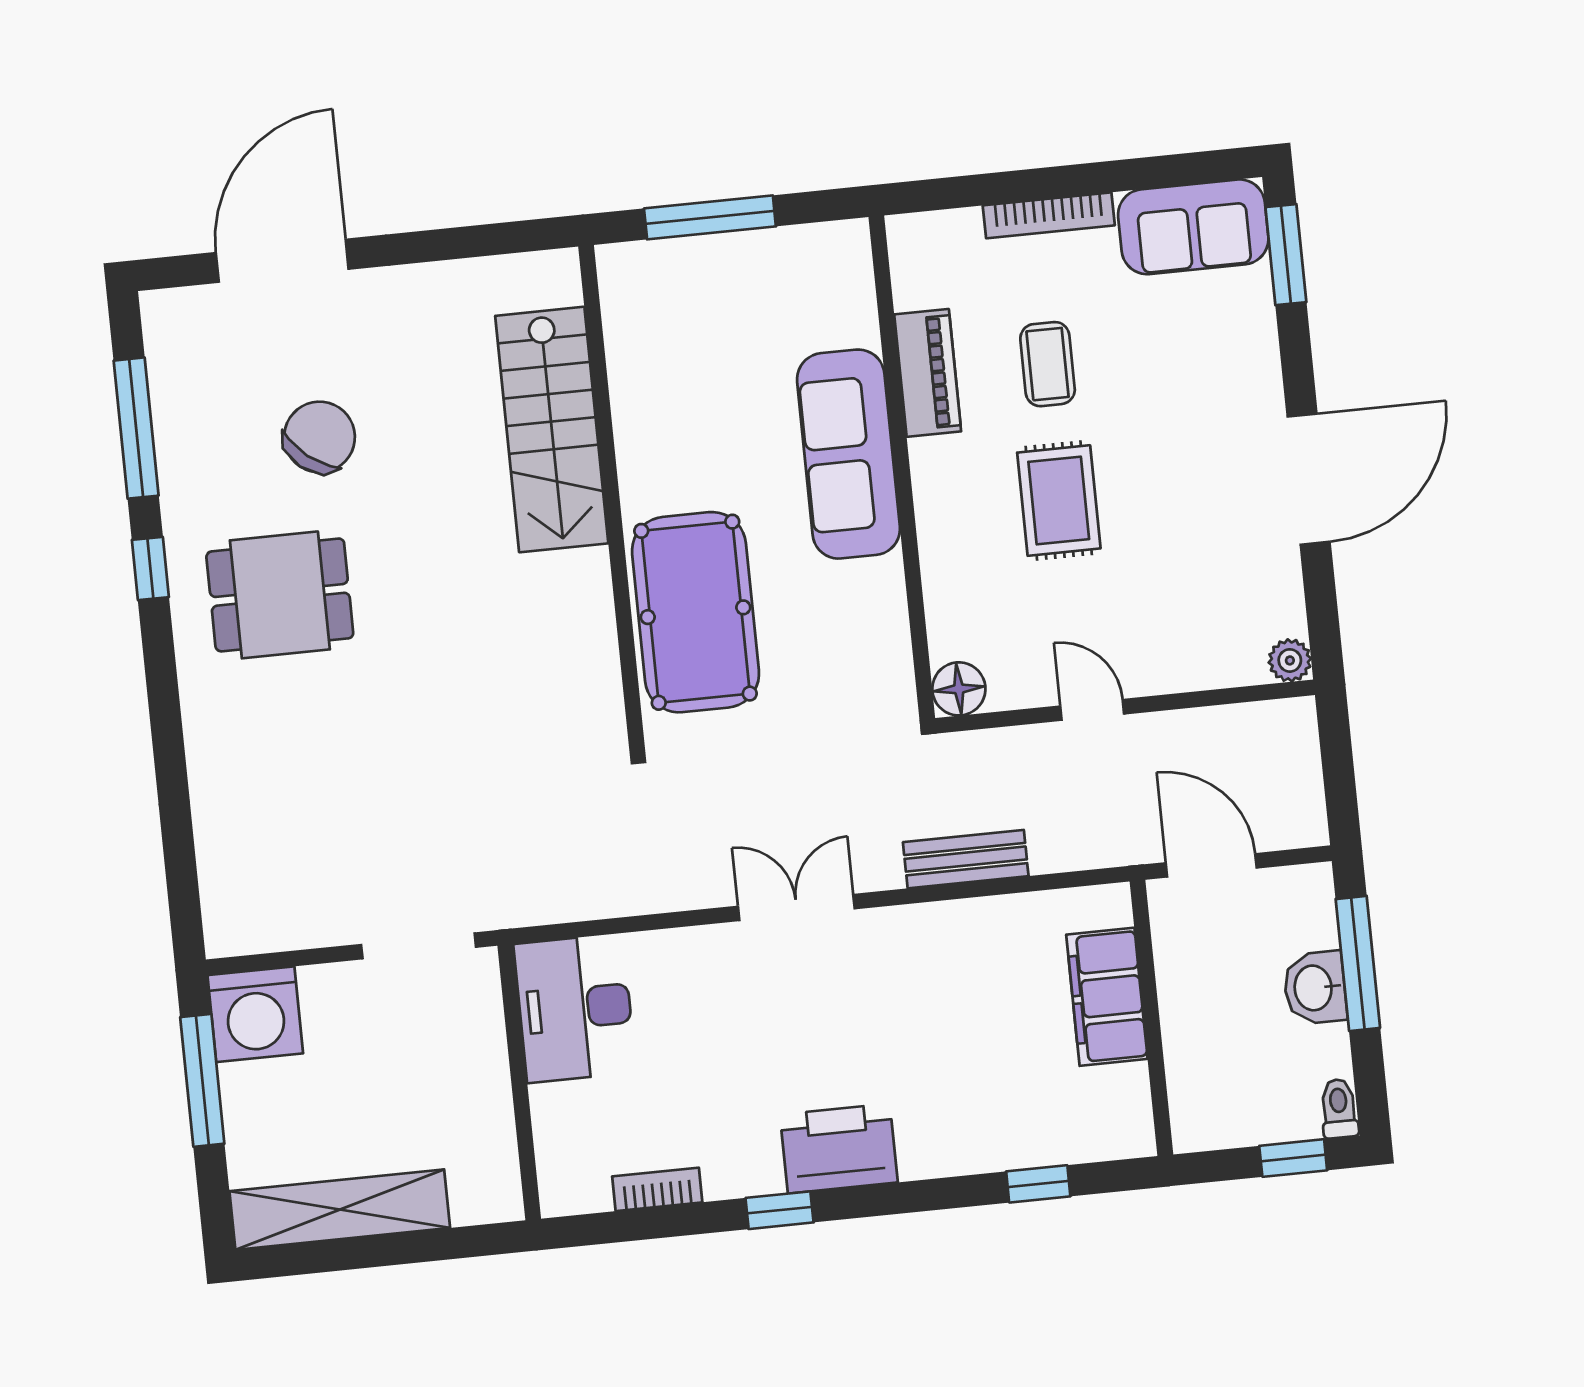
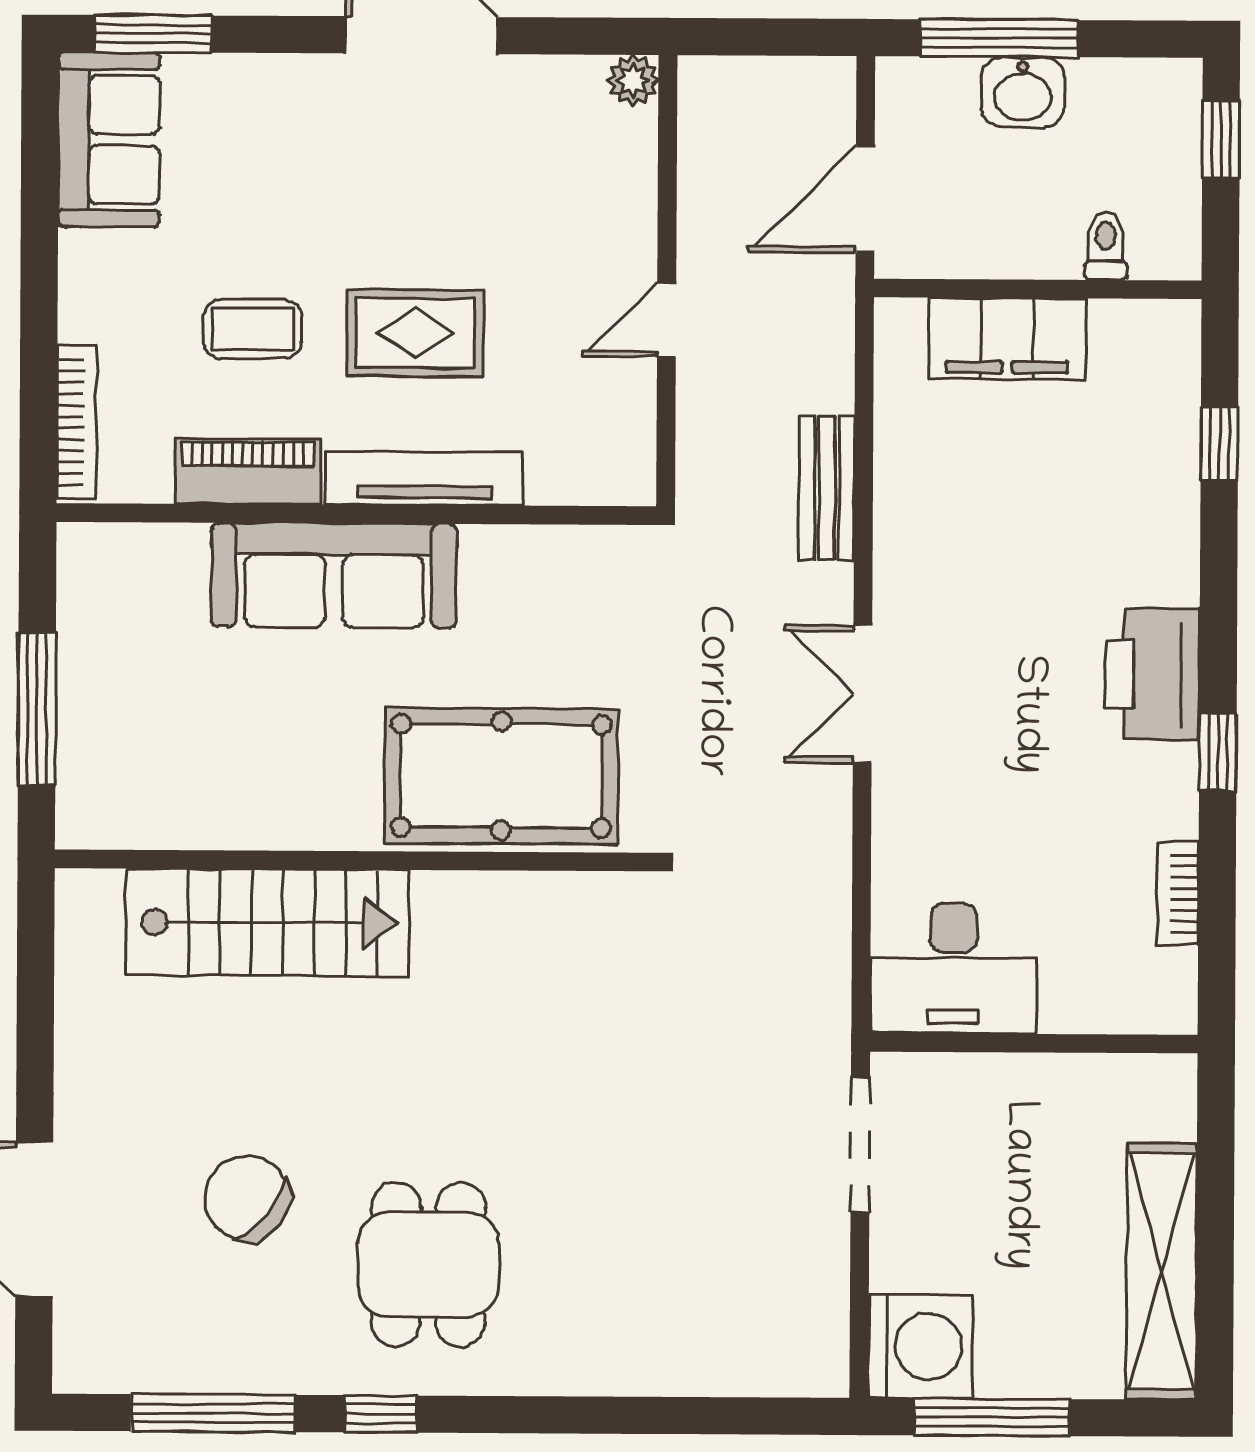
bookcase: (1049, 215) -> (77, 422), moved
tv unit: (938, 521) -> (424, 478), added
floor lamp: (959, 689) -> (625, 475), removed
toilet: (1339, 1108) -> (1106, 246), moved, turned 90

